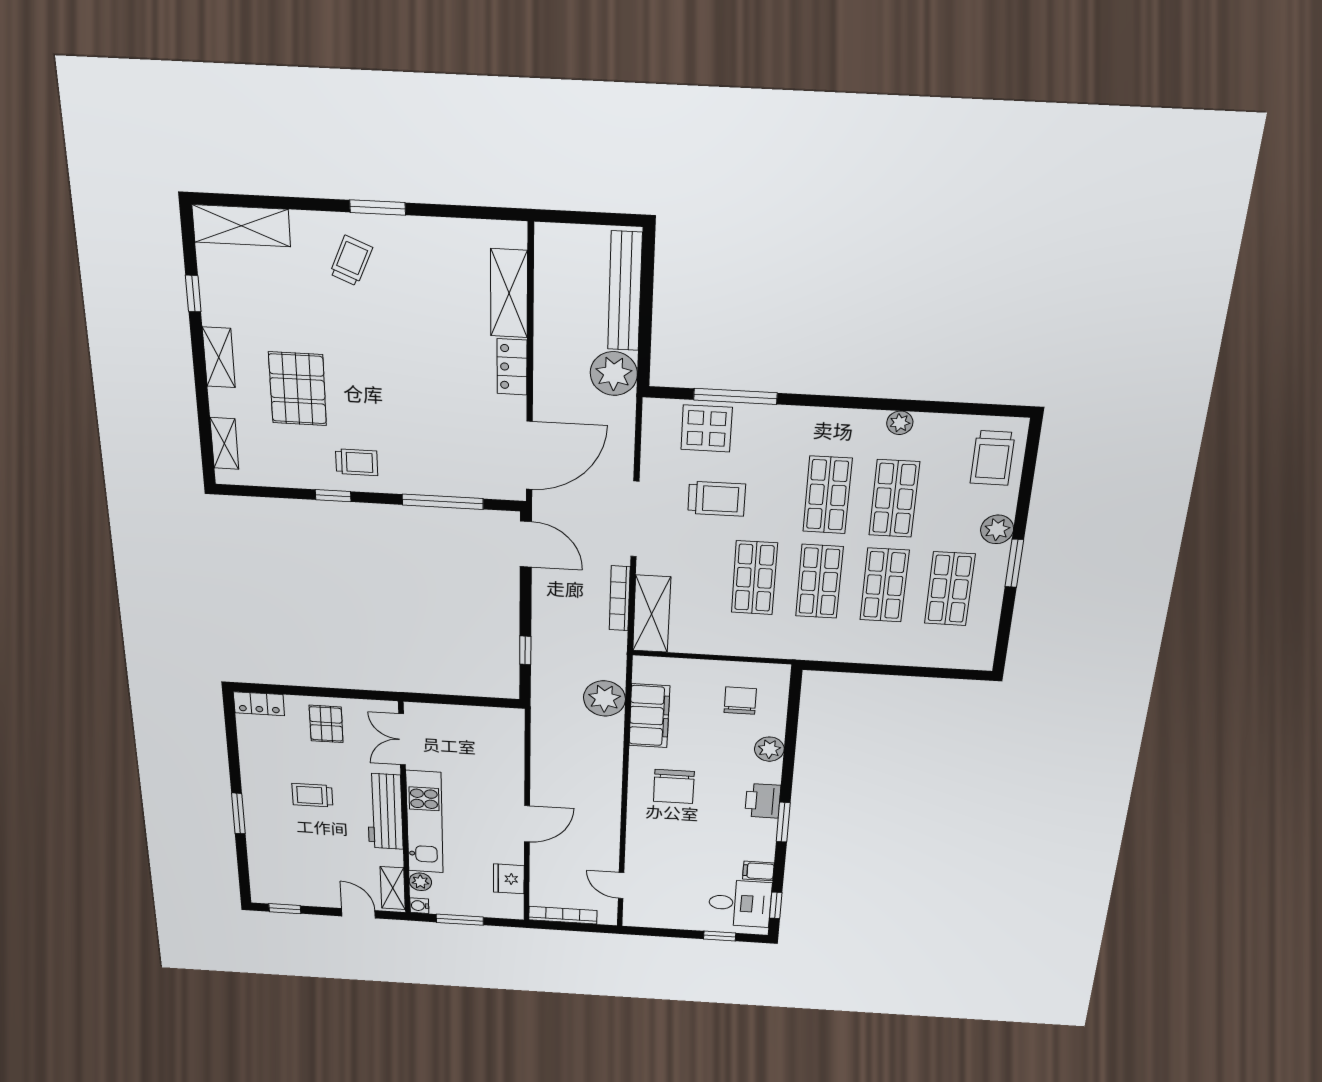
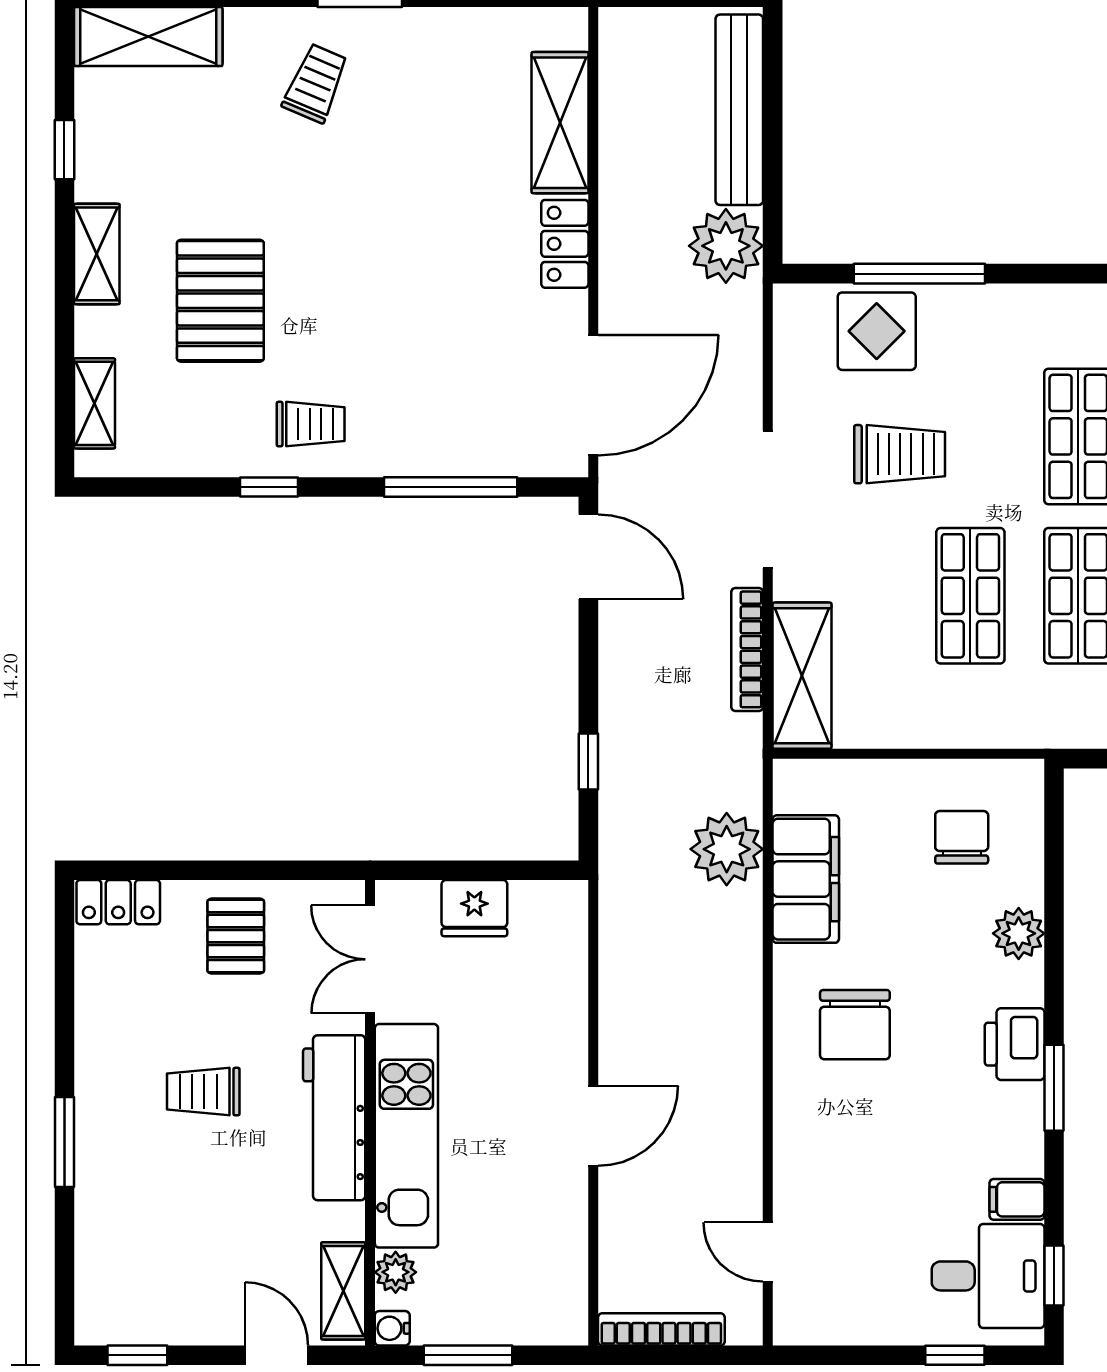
fridge: (509, 879) -> (474, 908), moved, turned -90

